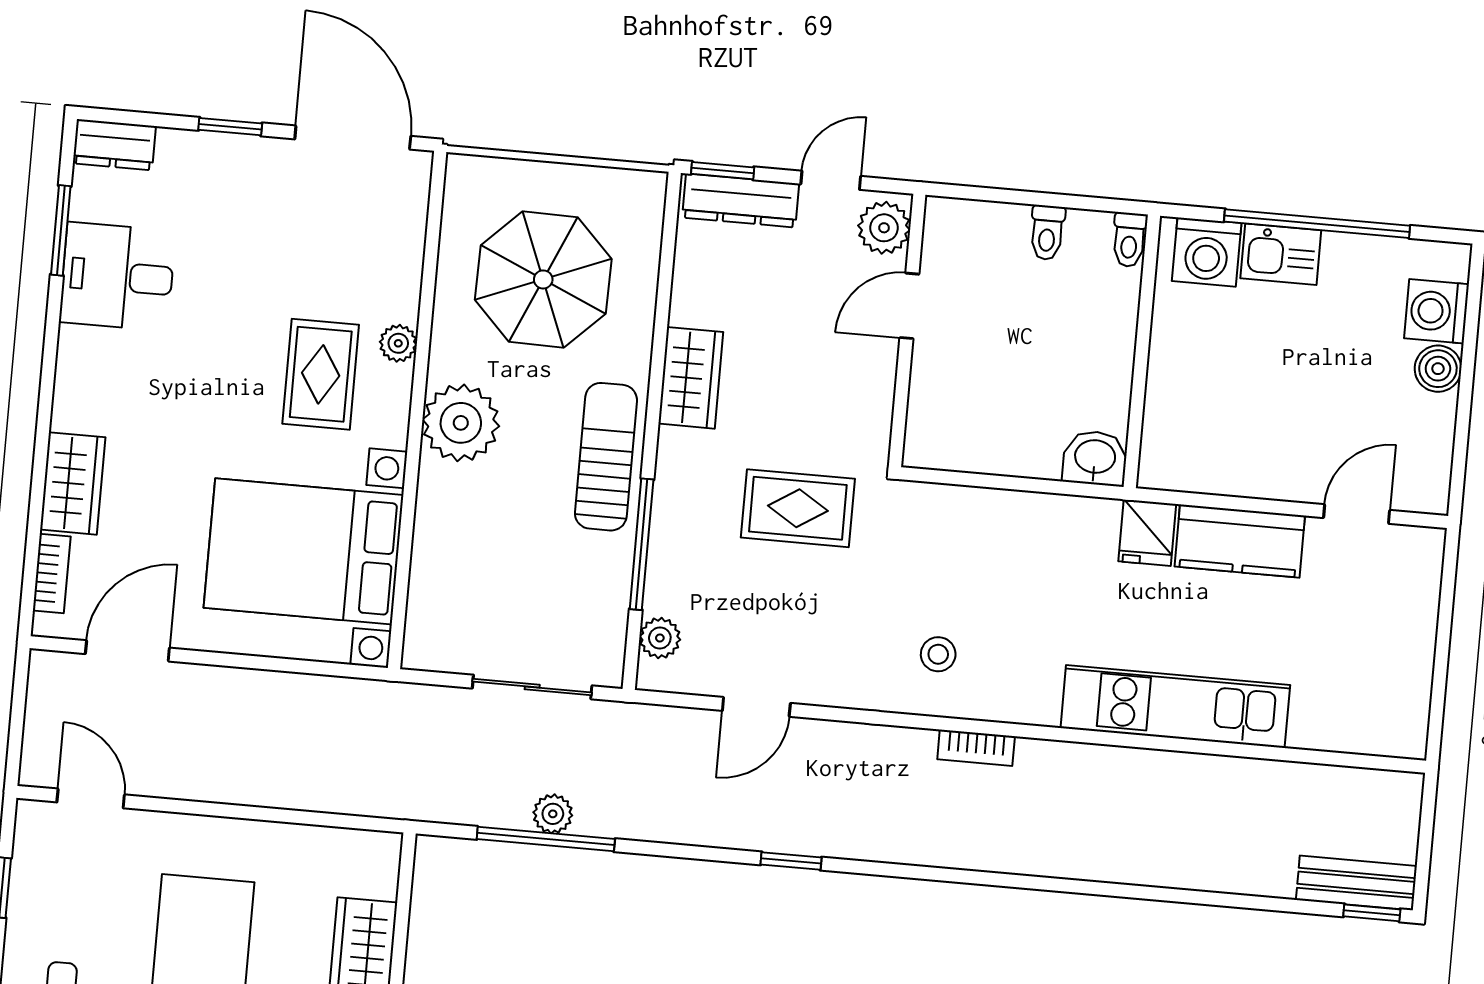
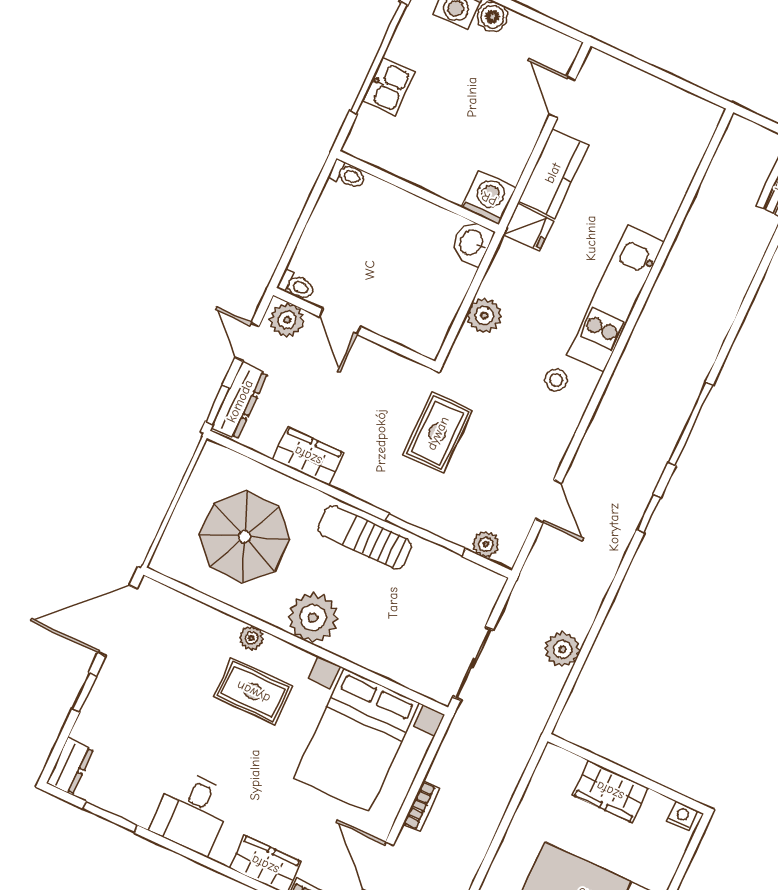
toilet: (1047, 233) -> (296, 286), moved
washing machine: (1207, 252) -> (489, 198), moved, turned -90
desk: (117, 277) -> (192, 812), moved
wardrobe: (691, 378) -> (308, 456), moved
plant: (995, 515) -> (484, 316), added
sliding door: (532, 687) -> (473, 663), moved
kitchen unit: (1175, 706) -> (616, 299), moved
bookcase: (976, 748) -> (422, 806), moved
plant: (553, 814) -> (562, 649), width x1.38, depth x1.38
window: (546, 839) -> (690, 424), moved

